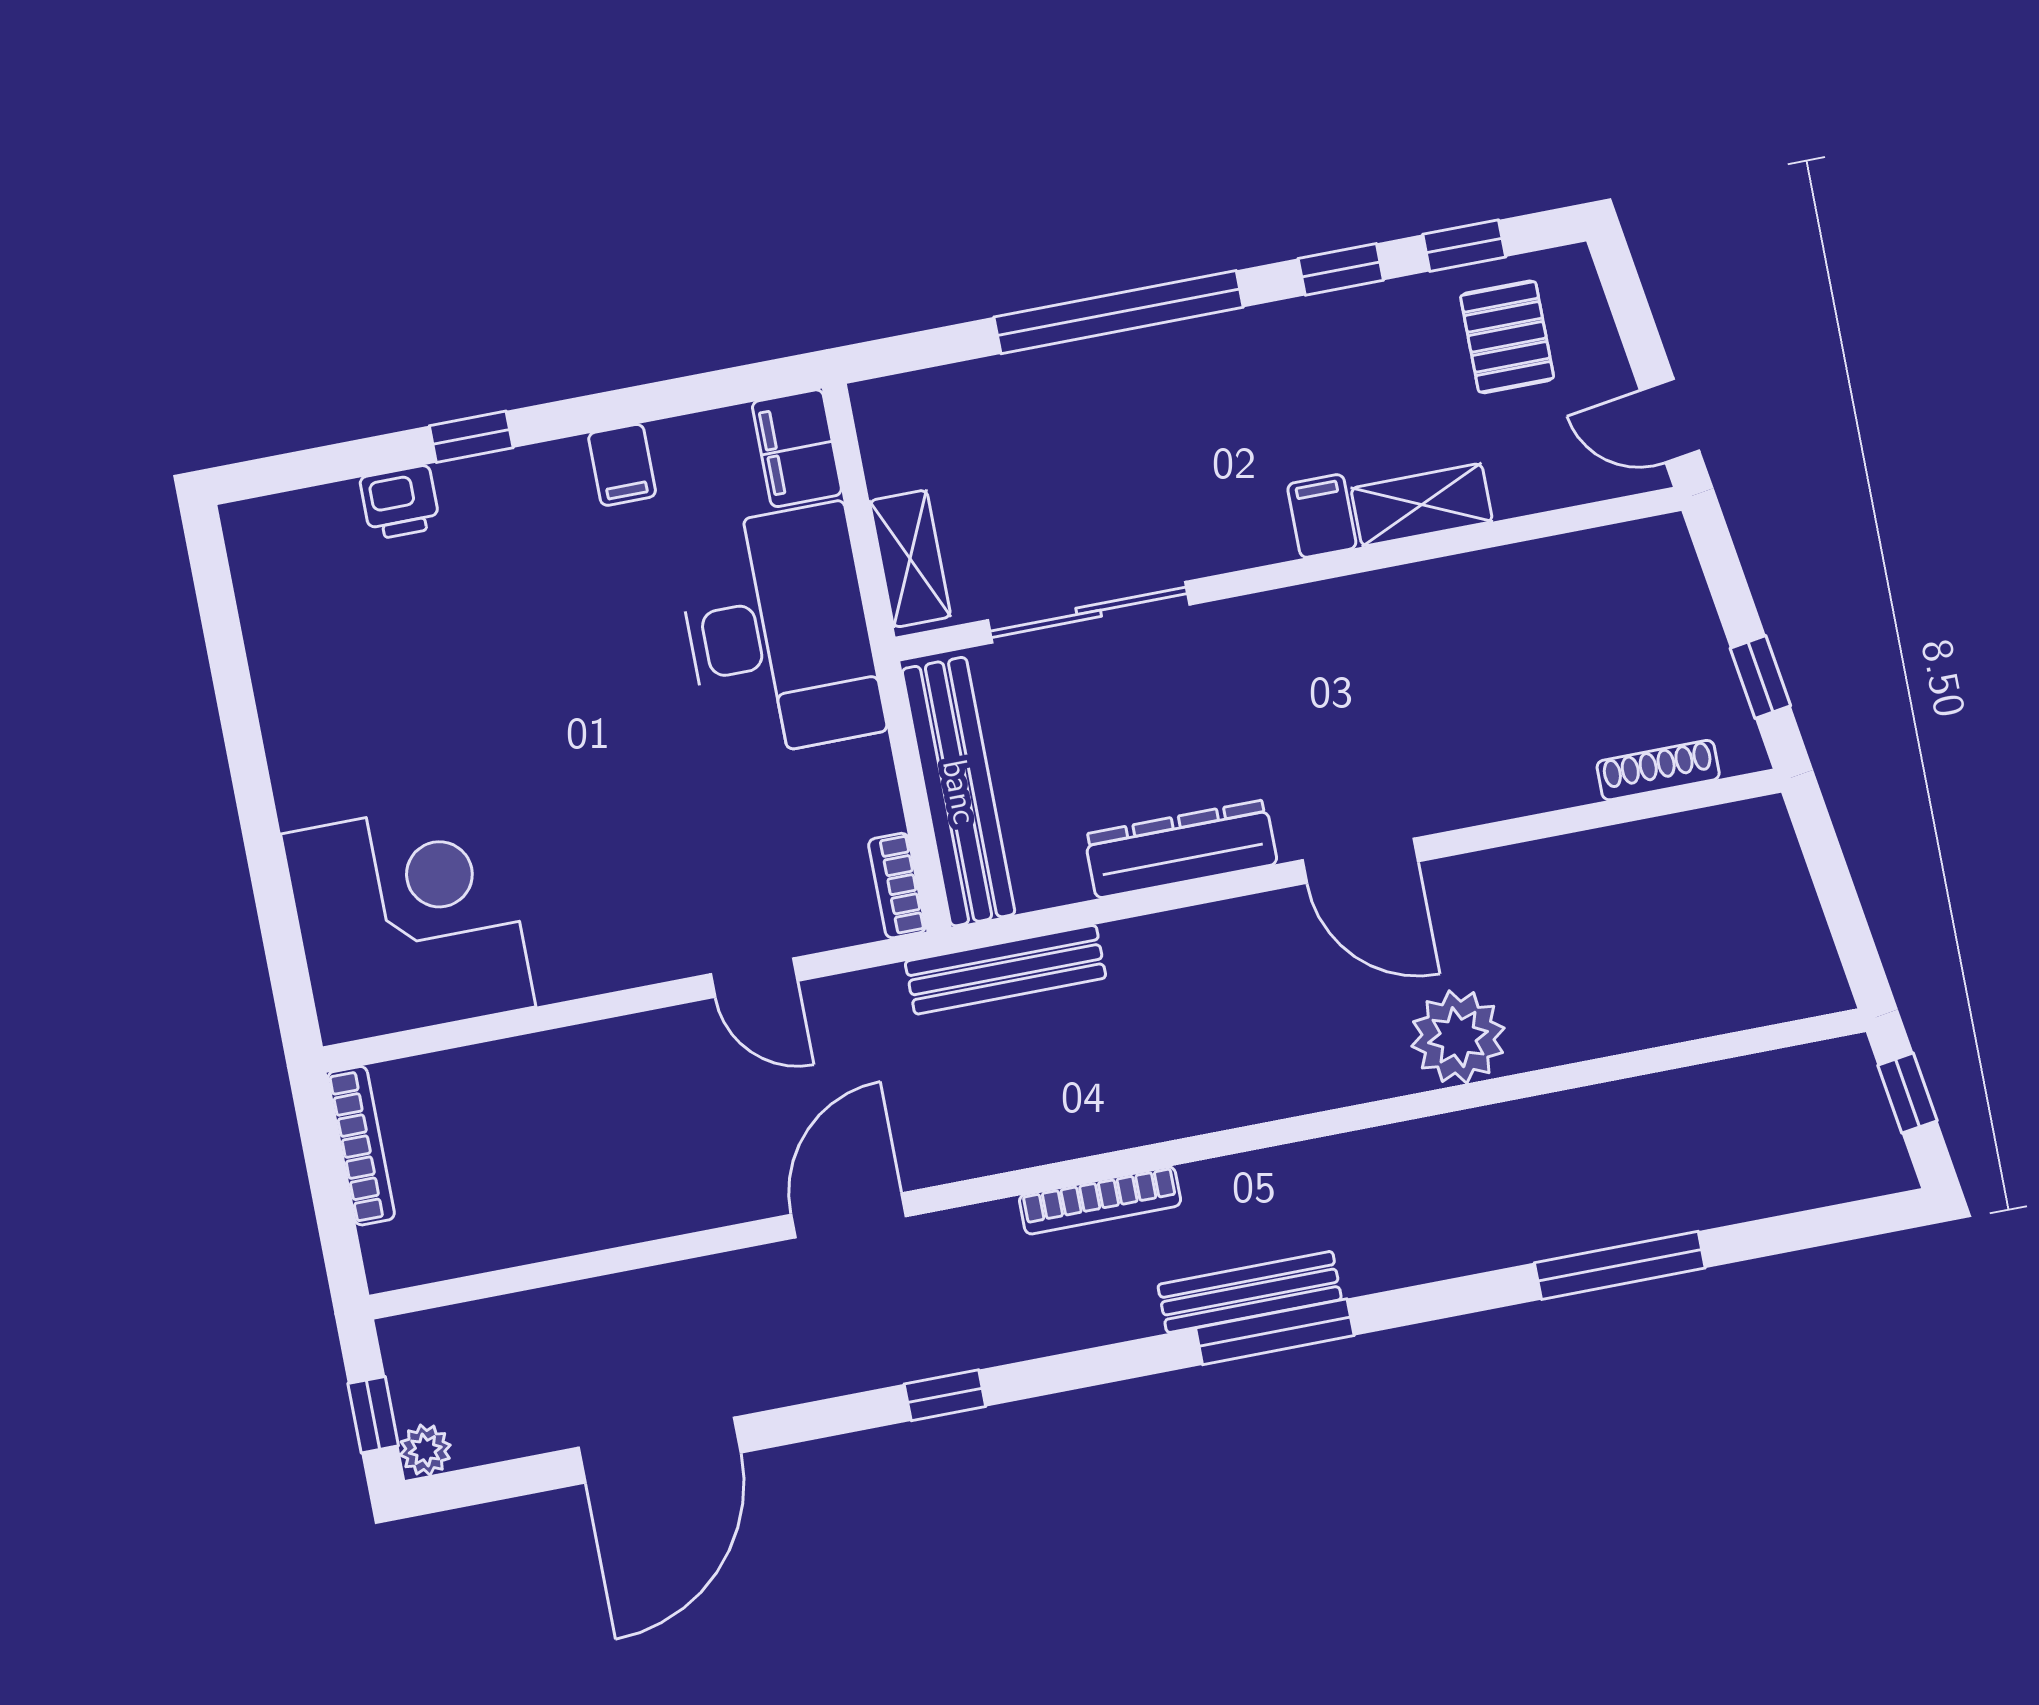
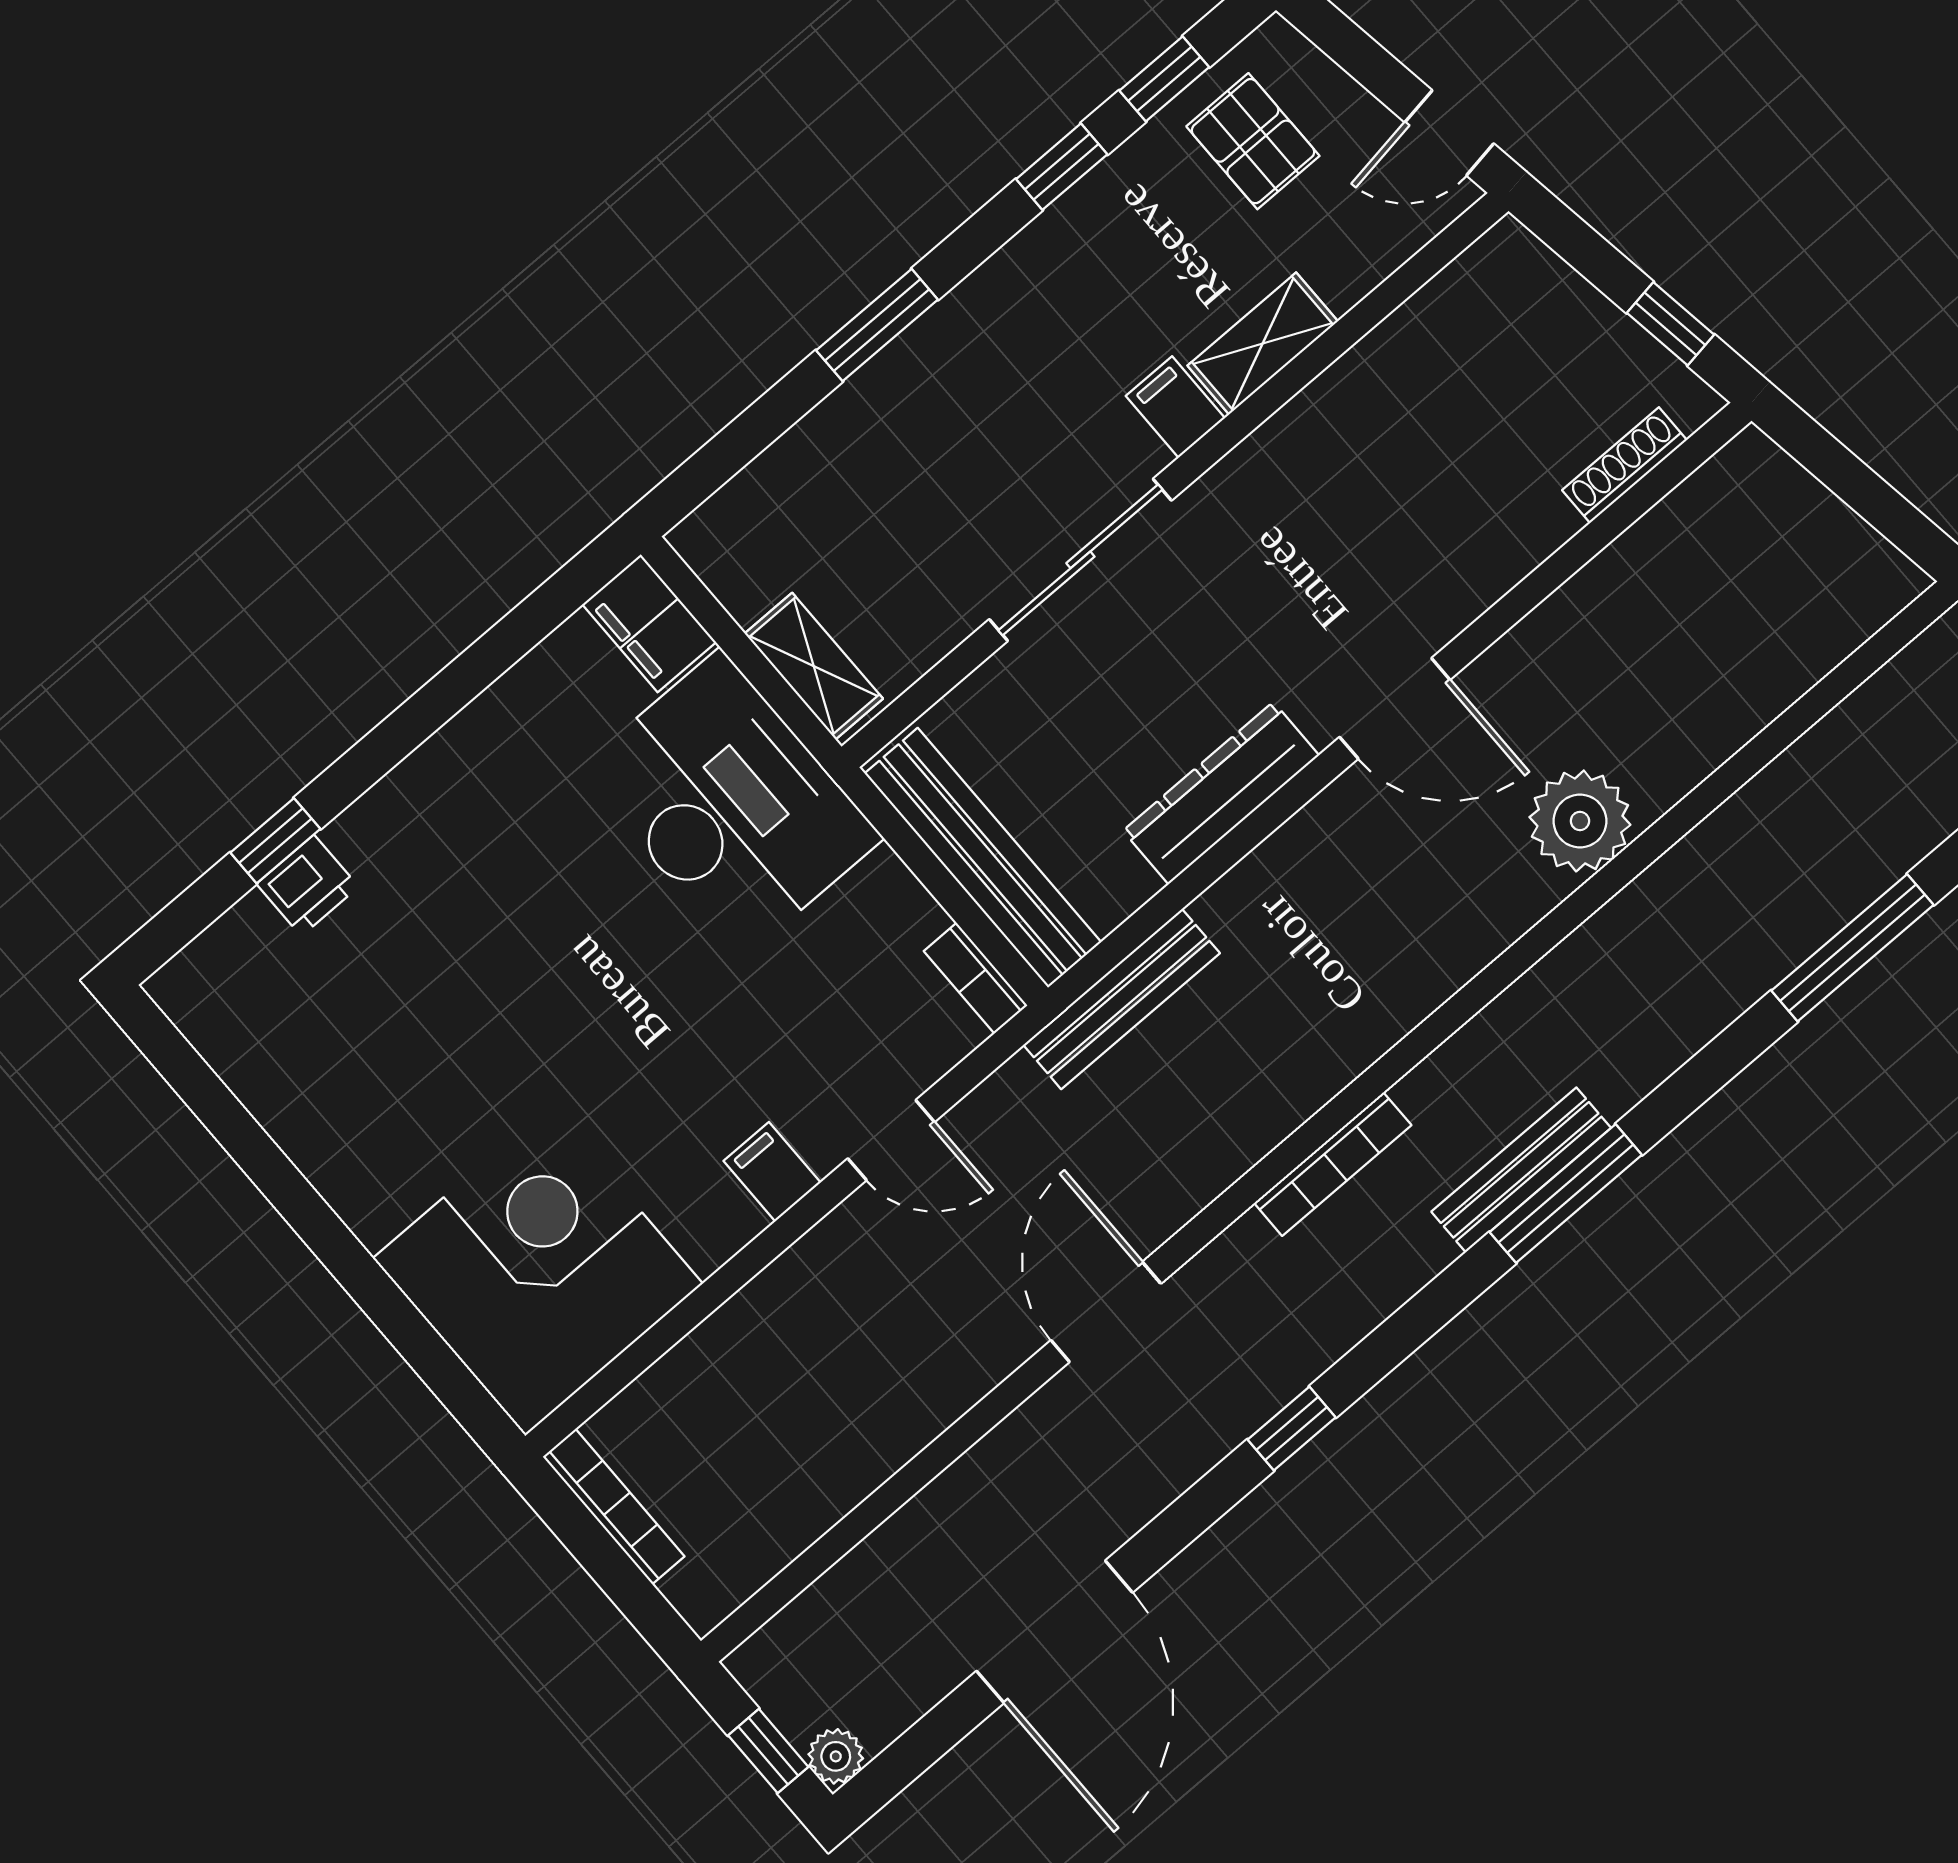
window: (1119, 312) -> (877, 325), width x0.47
window: (471, 437) -> (275, 841), moved
filing cabinet: (622, 465) -> (772, 1172), moved, turned 180
sliding door: (1089, 612) -> (1080, 560), moved

